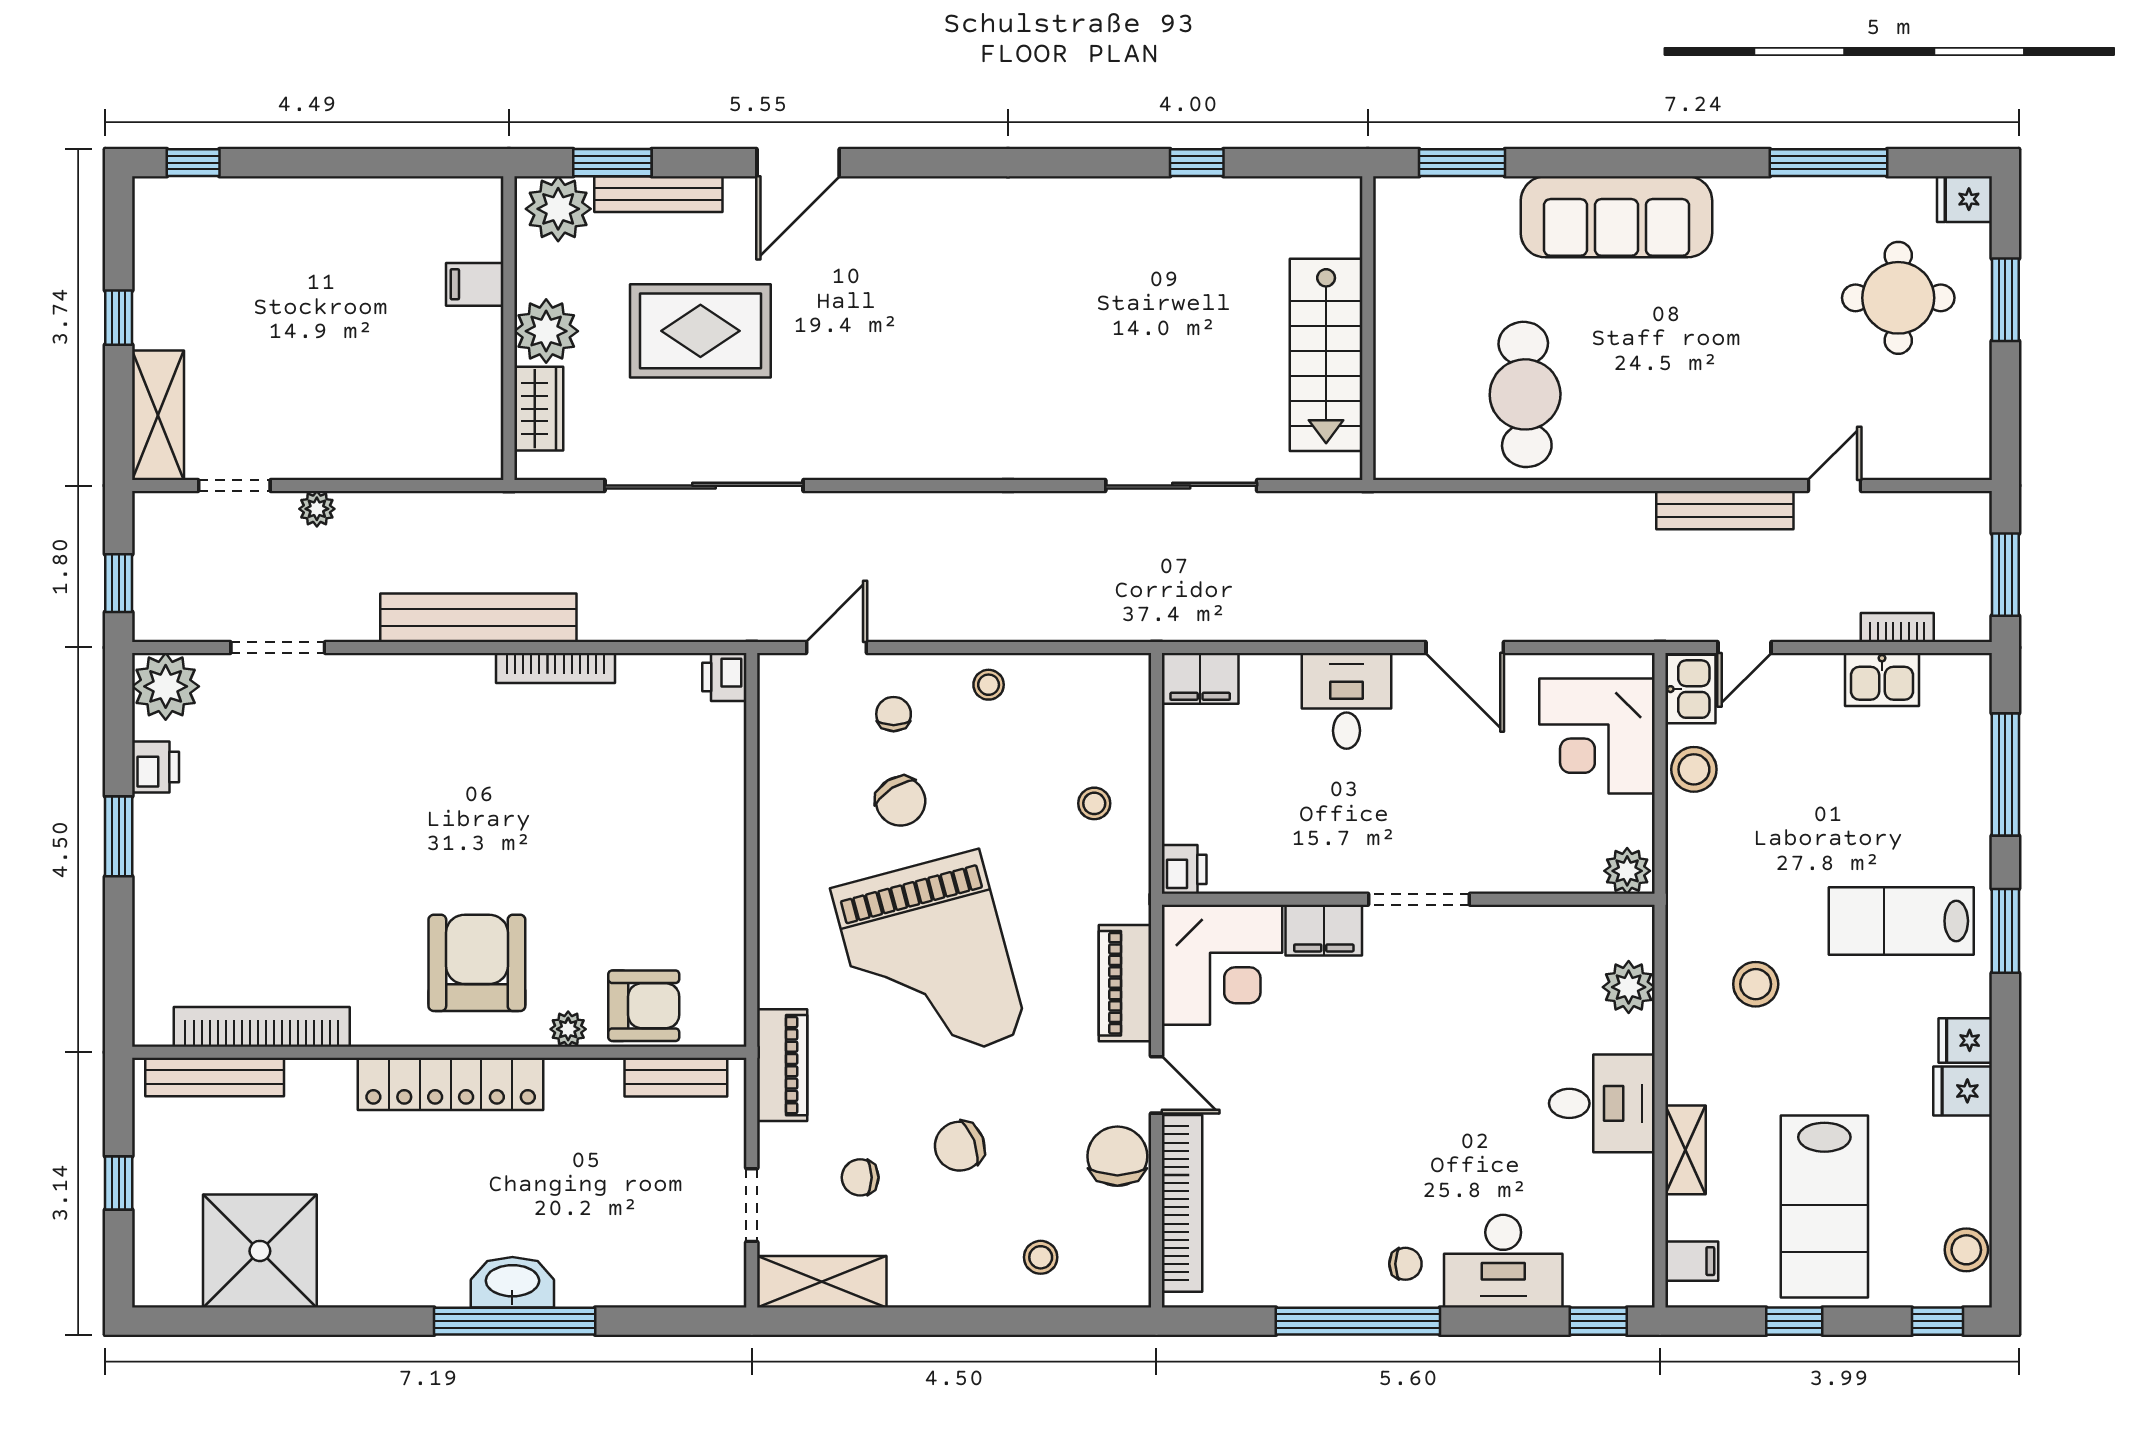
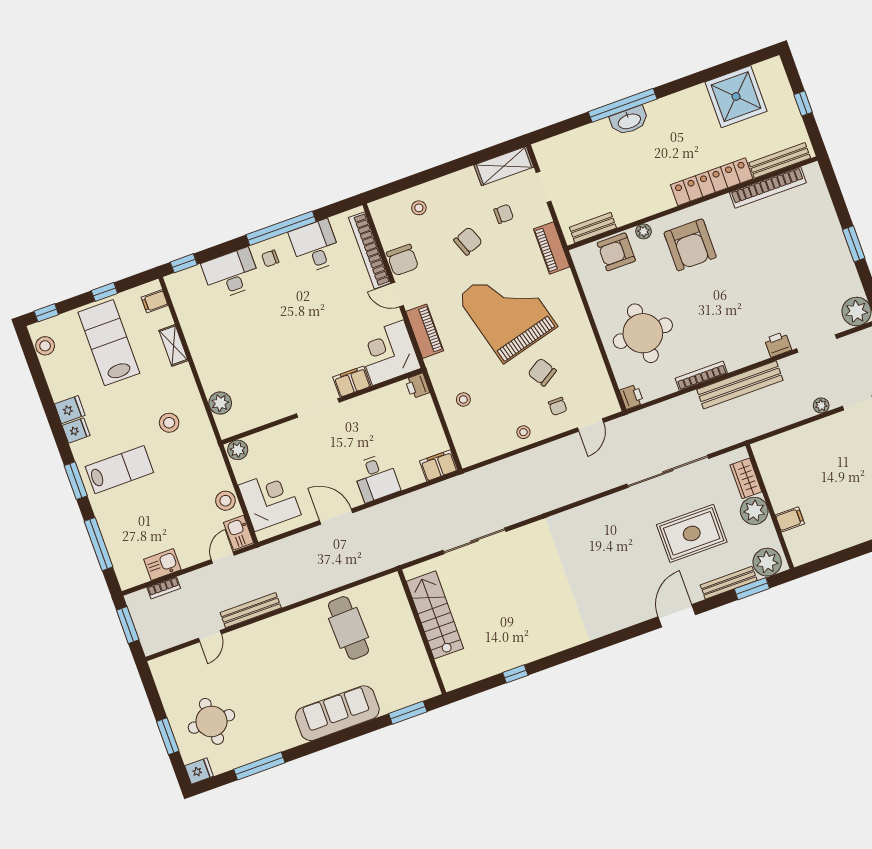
printer: (155, 767) -> (778, 344), moved, turned 90
round table: (650, 807) -> (643, 333), added
locker: (451, 1084) -> (712, 182), moved
desk: (1602, 1103) -> (315, 246), moved, turned 90

